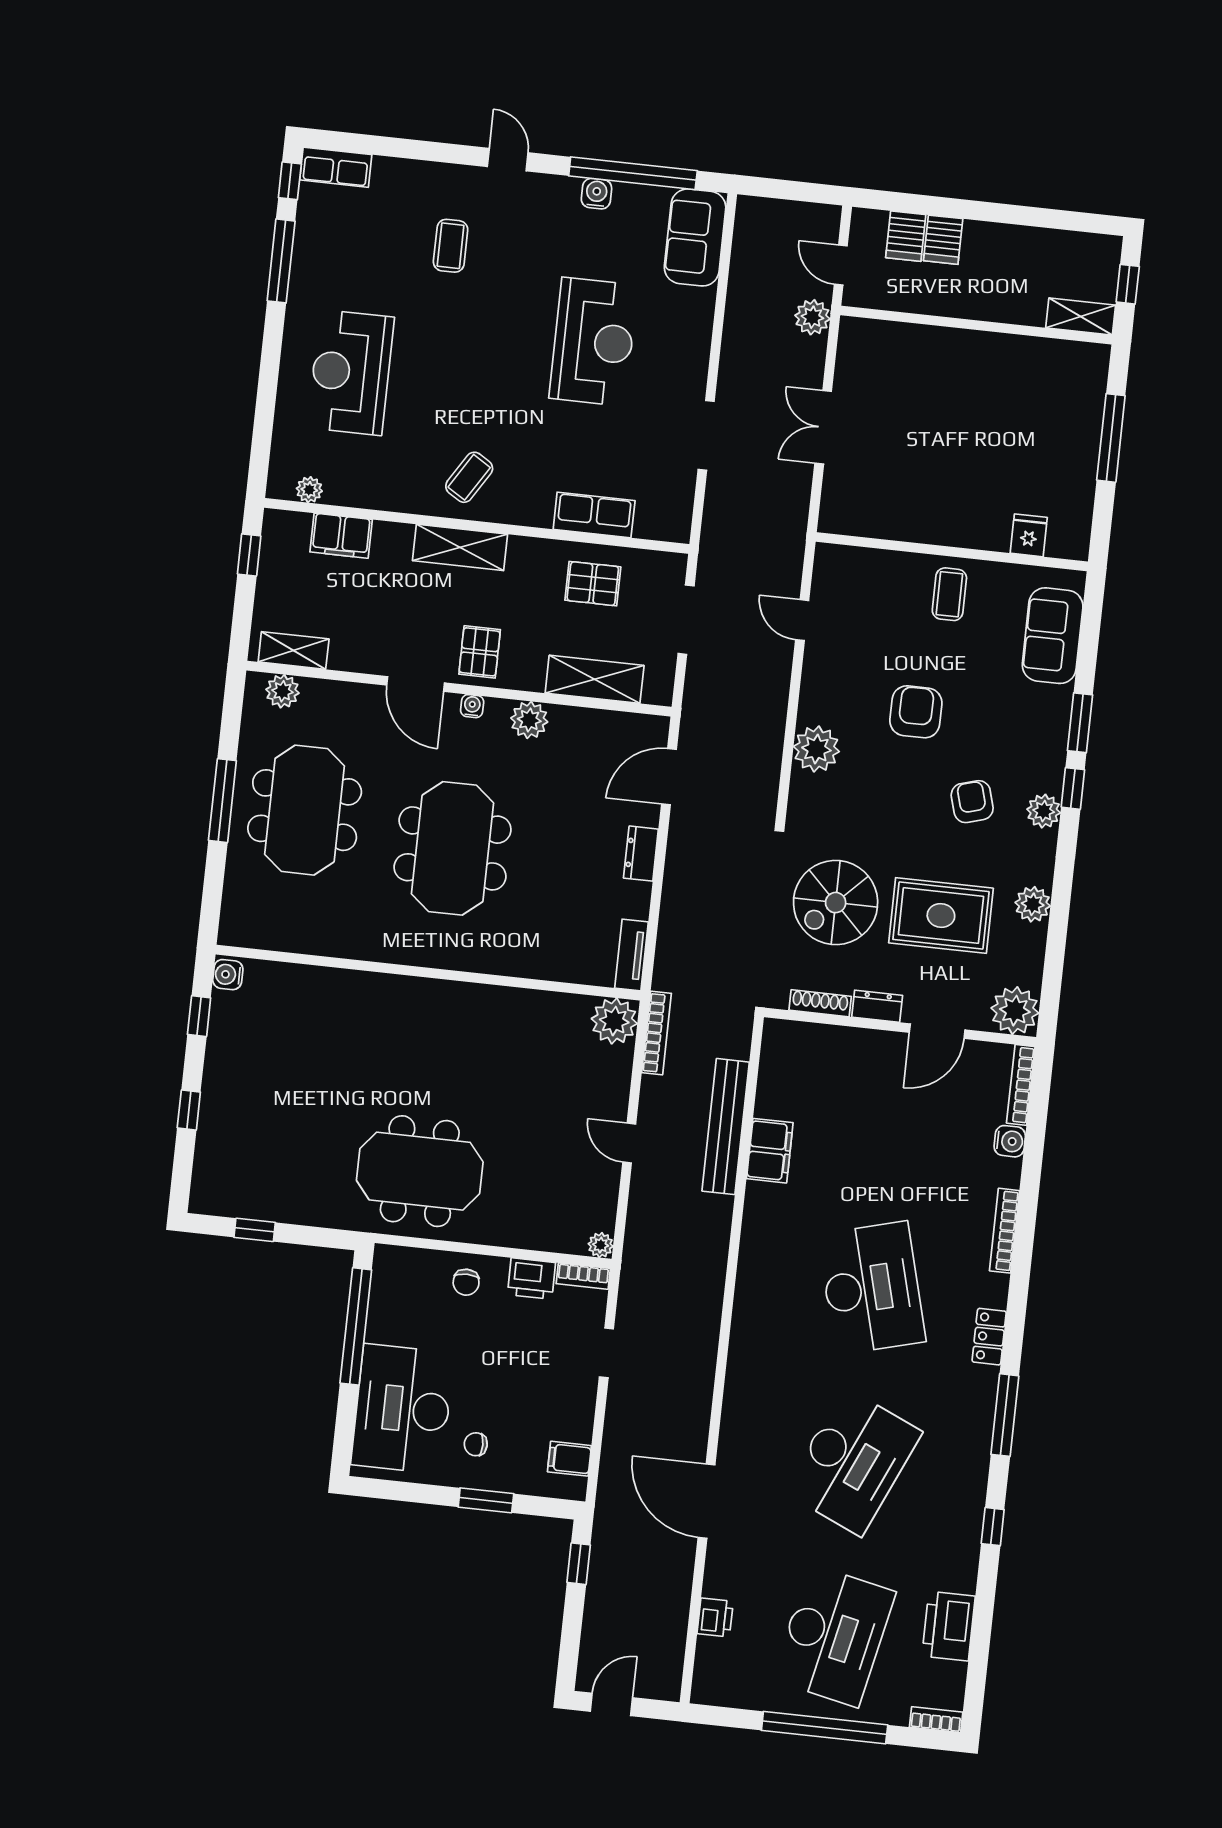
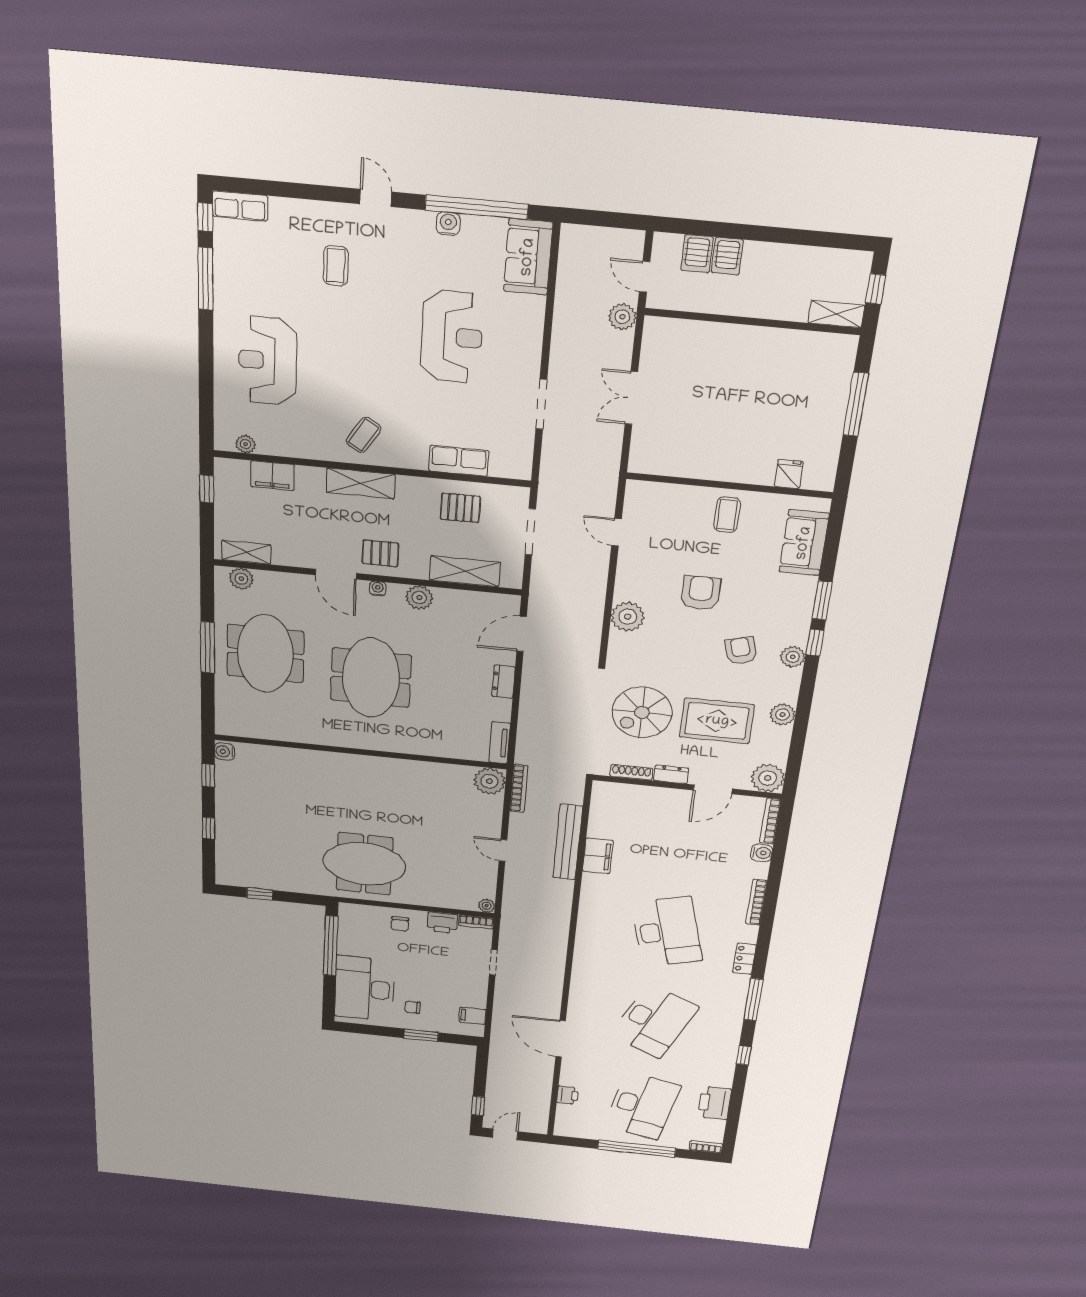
pallet: (480, 652) -> (380, 553), turned 90
window: (579, 1564) -> (478, 1106), moved

